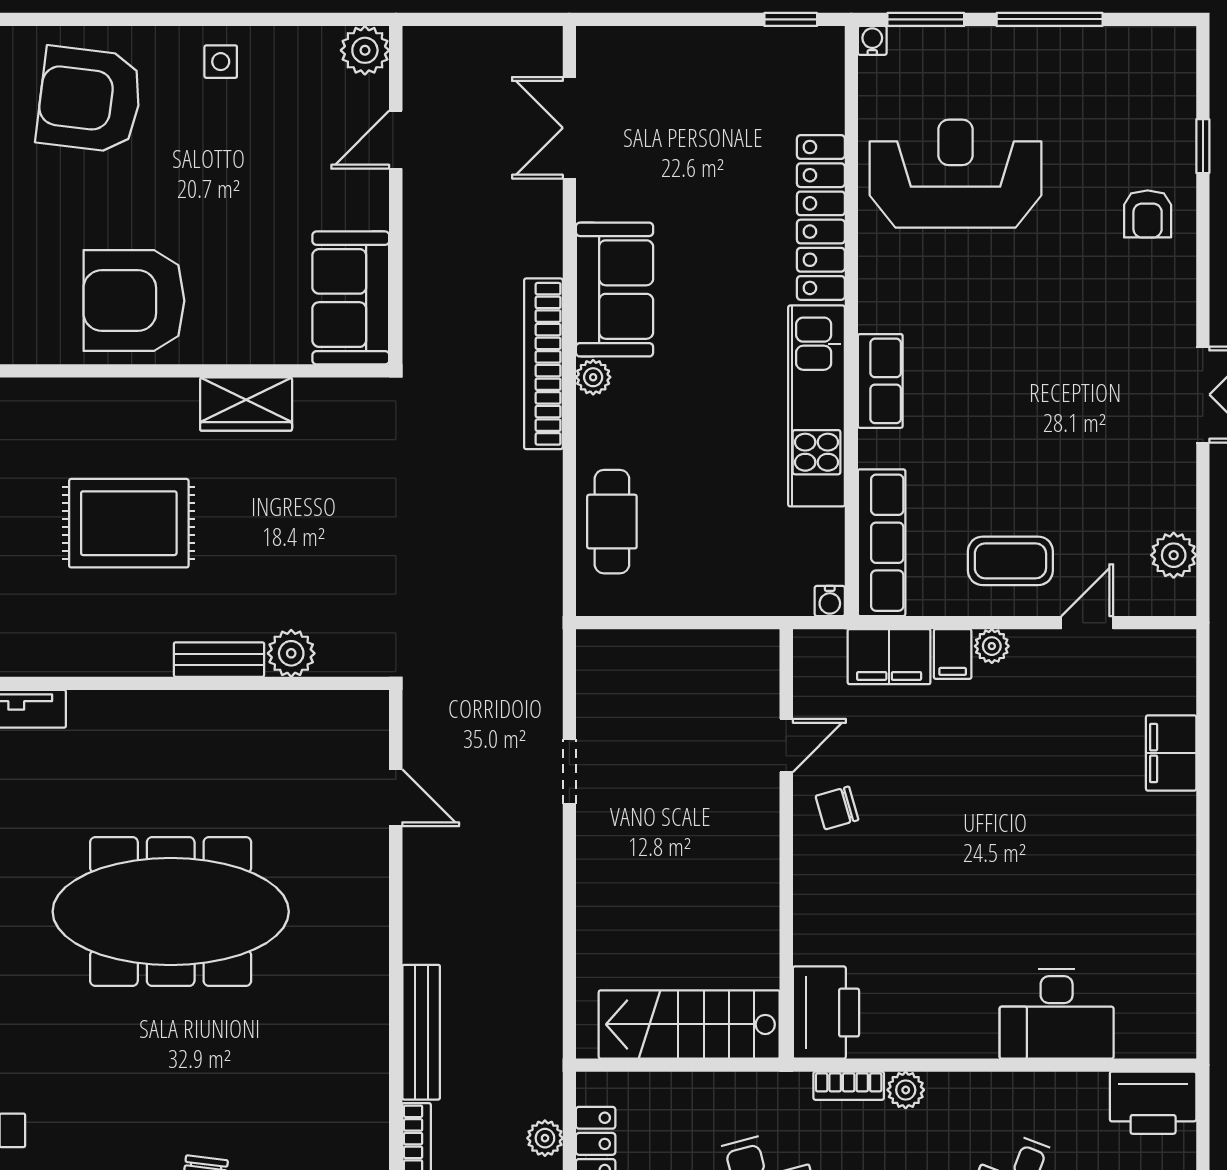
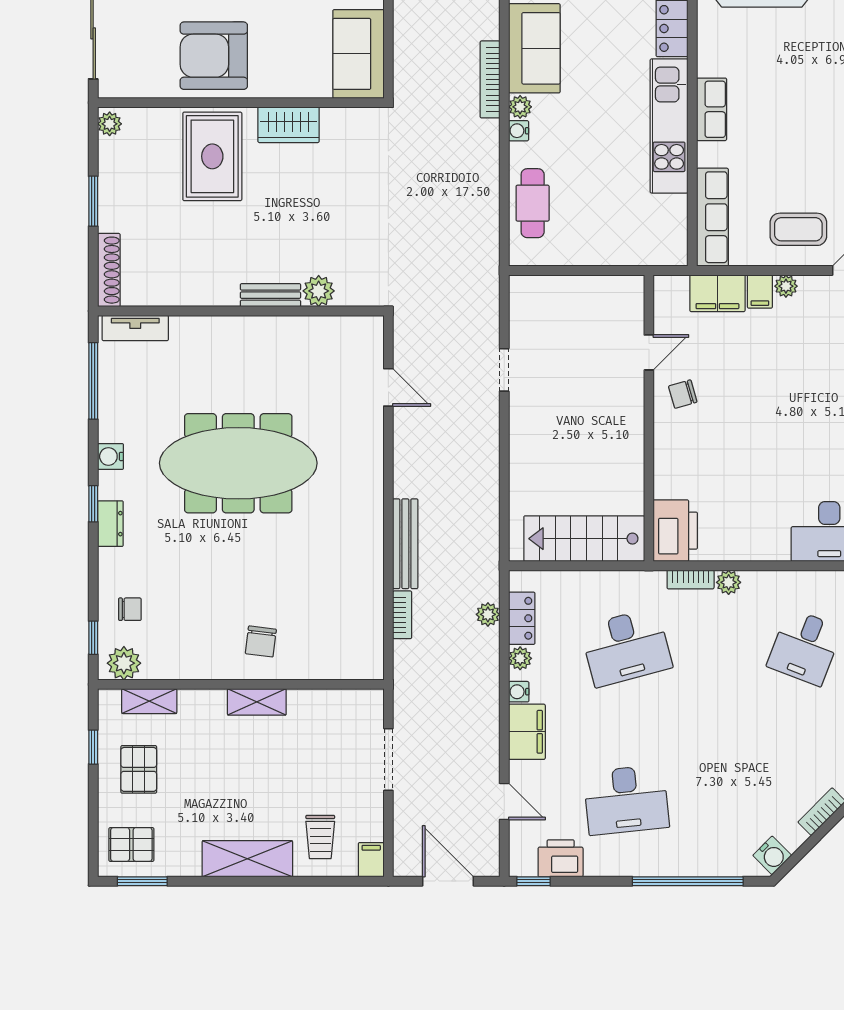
bookcase: (543, 364) -> (490, 79), width x0.68, depth x0.76
rug: (129, 523) -> (212, 156), moved, turned 90
water cooler: (830, 601) -> (519, 131), moved, turned 90

